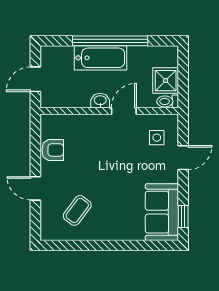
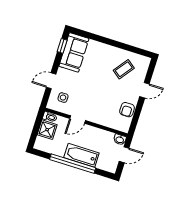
washbasin: (100, 101) -> (120, 140), moved
armchair: (53, 150) -> (127, 110), turned -90
door: (35, 188) -> (144, 90), hinge flipped

